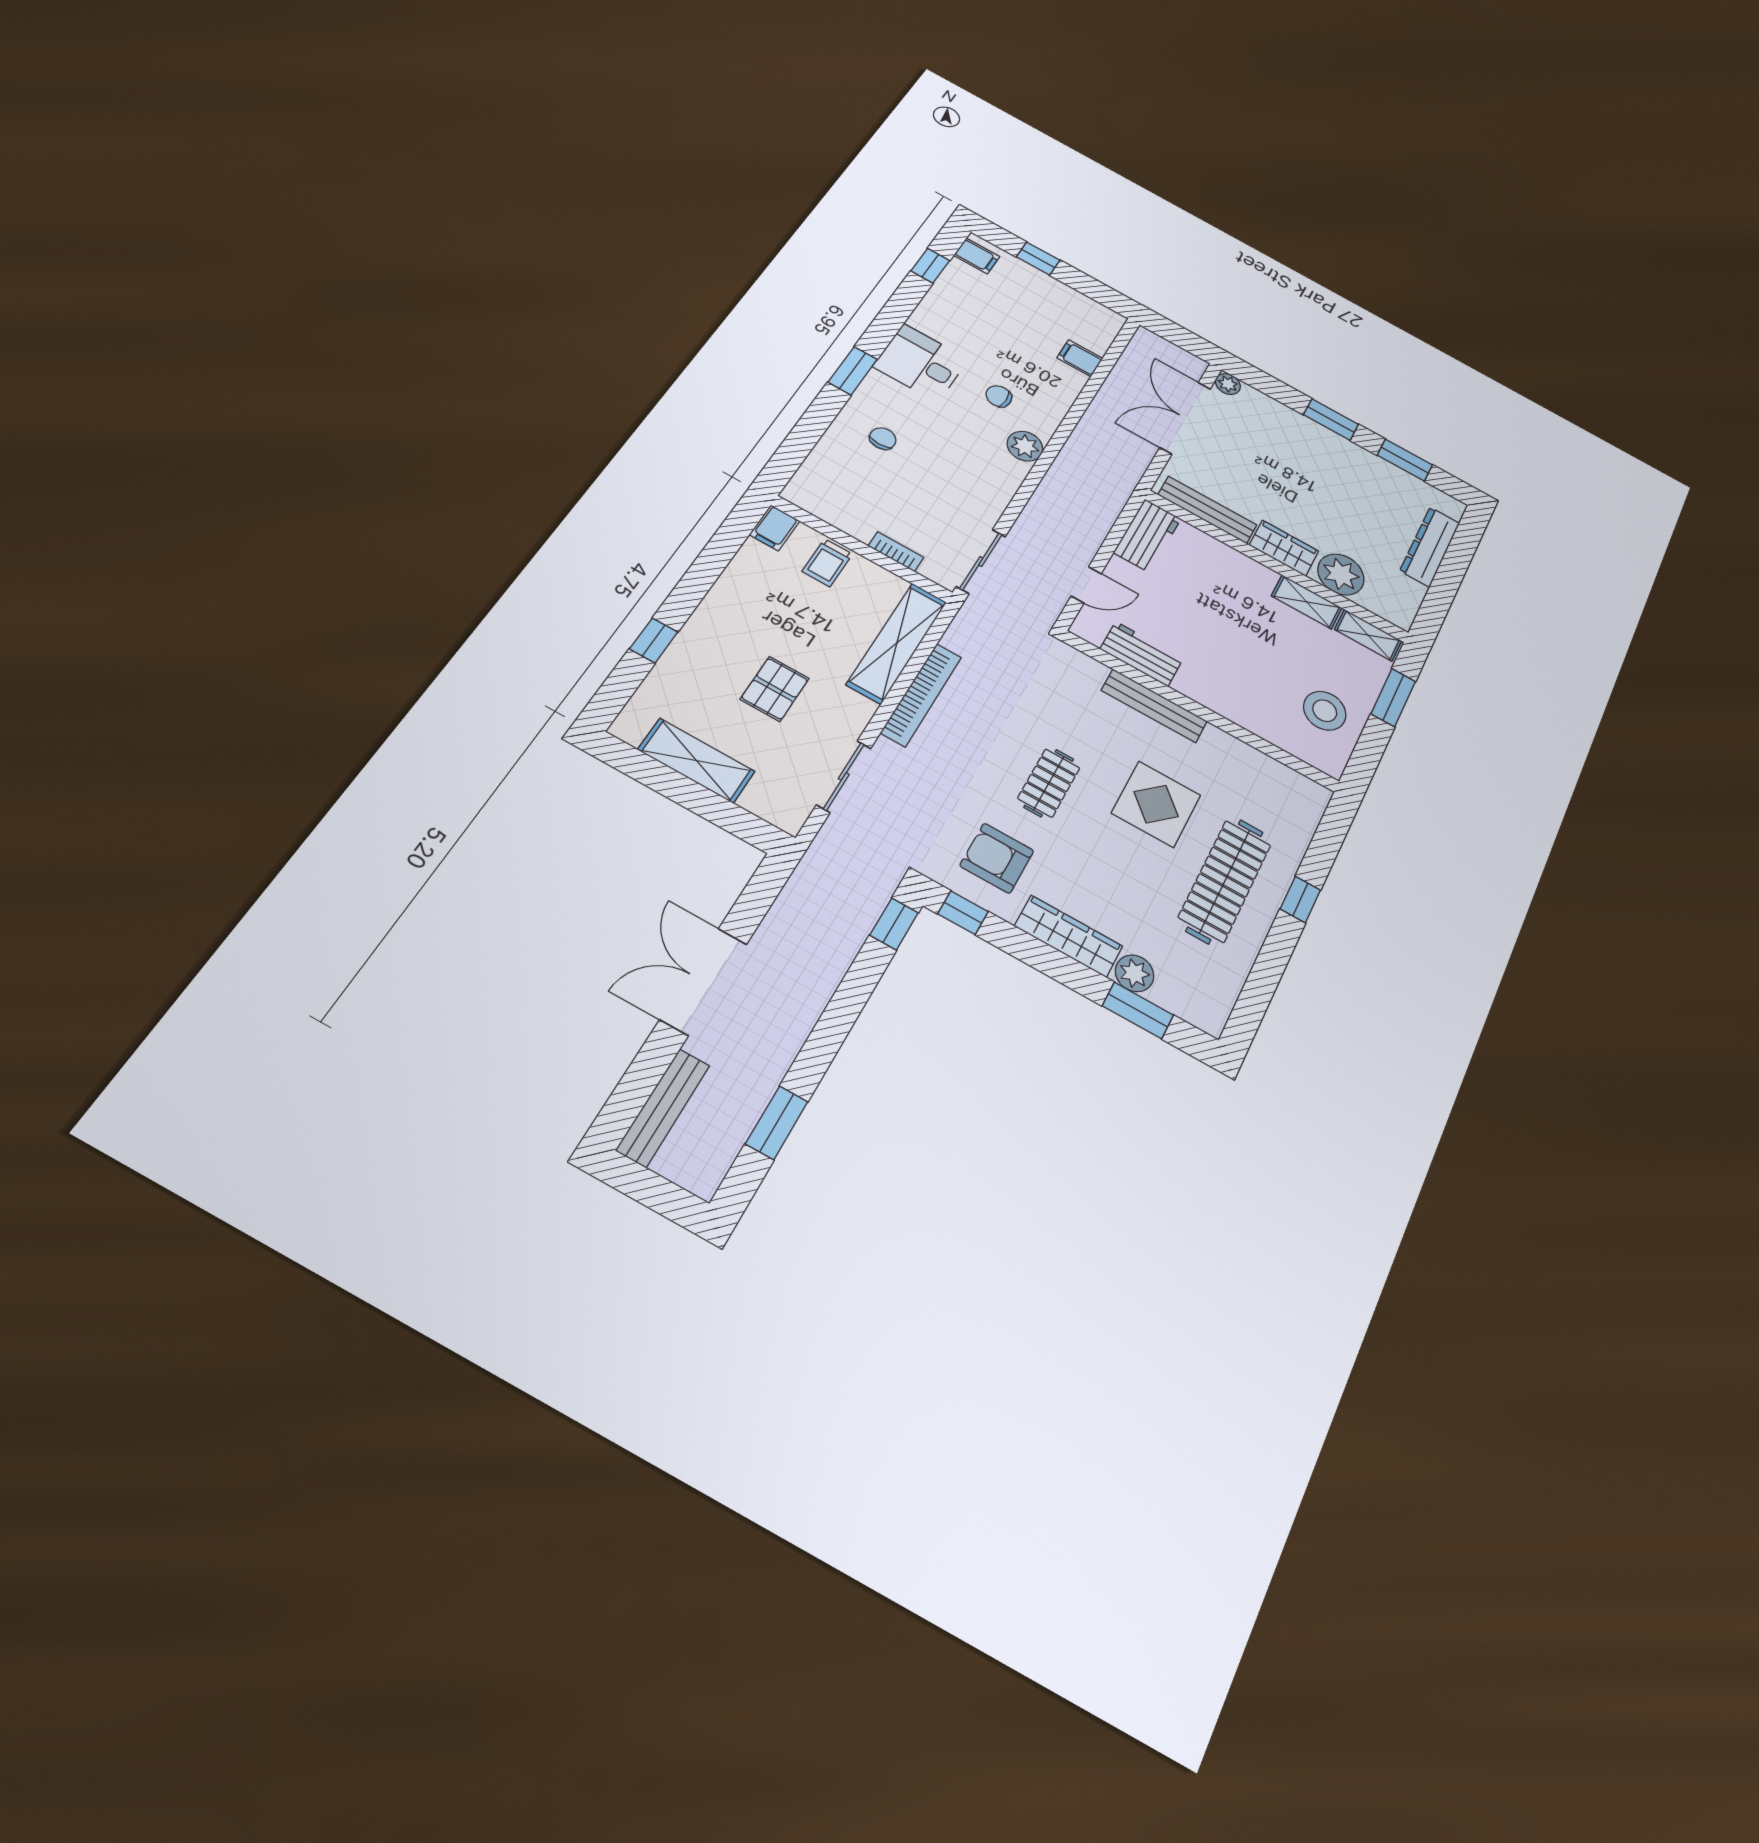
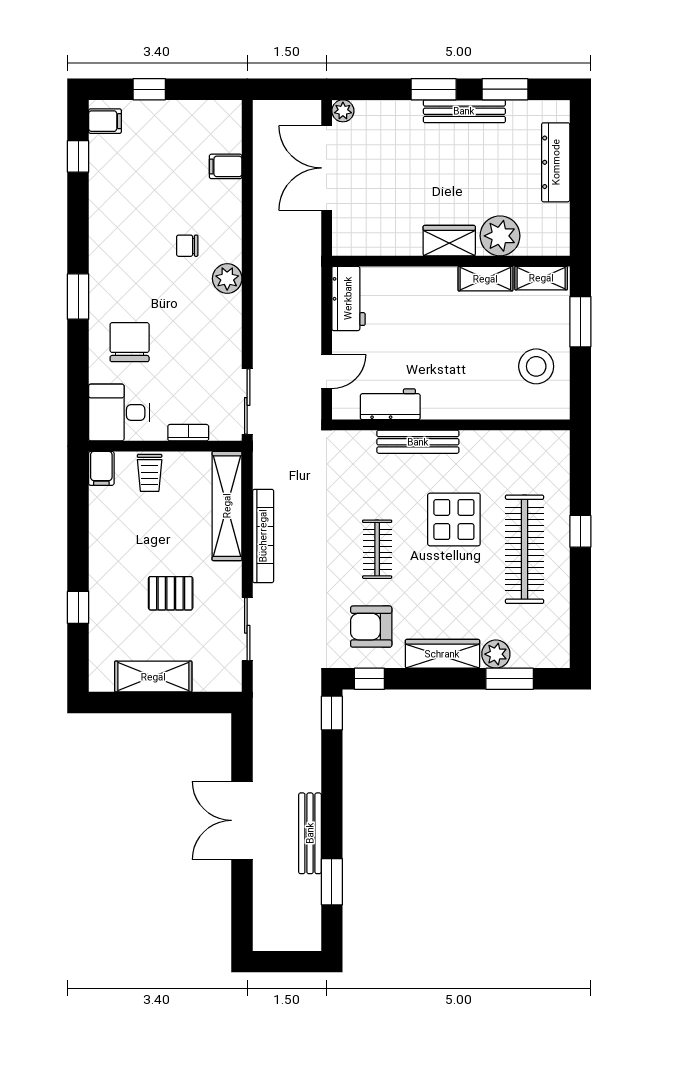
desk: (921, 363) -> (119, 413), moved
chair: (883, 439) -> (130, 342), width x1.87, depth x1.87
bench: (1207, 510) -> (464, 111), moved
pallet: (775, 689) -> (171, 593), turned 90
bench: (663, 1108) -> (310, 833), moved

